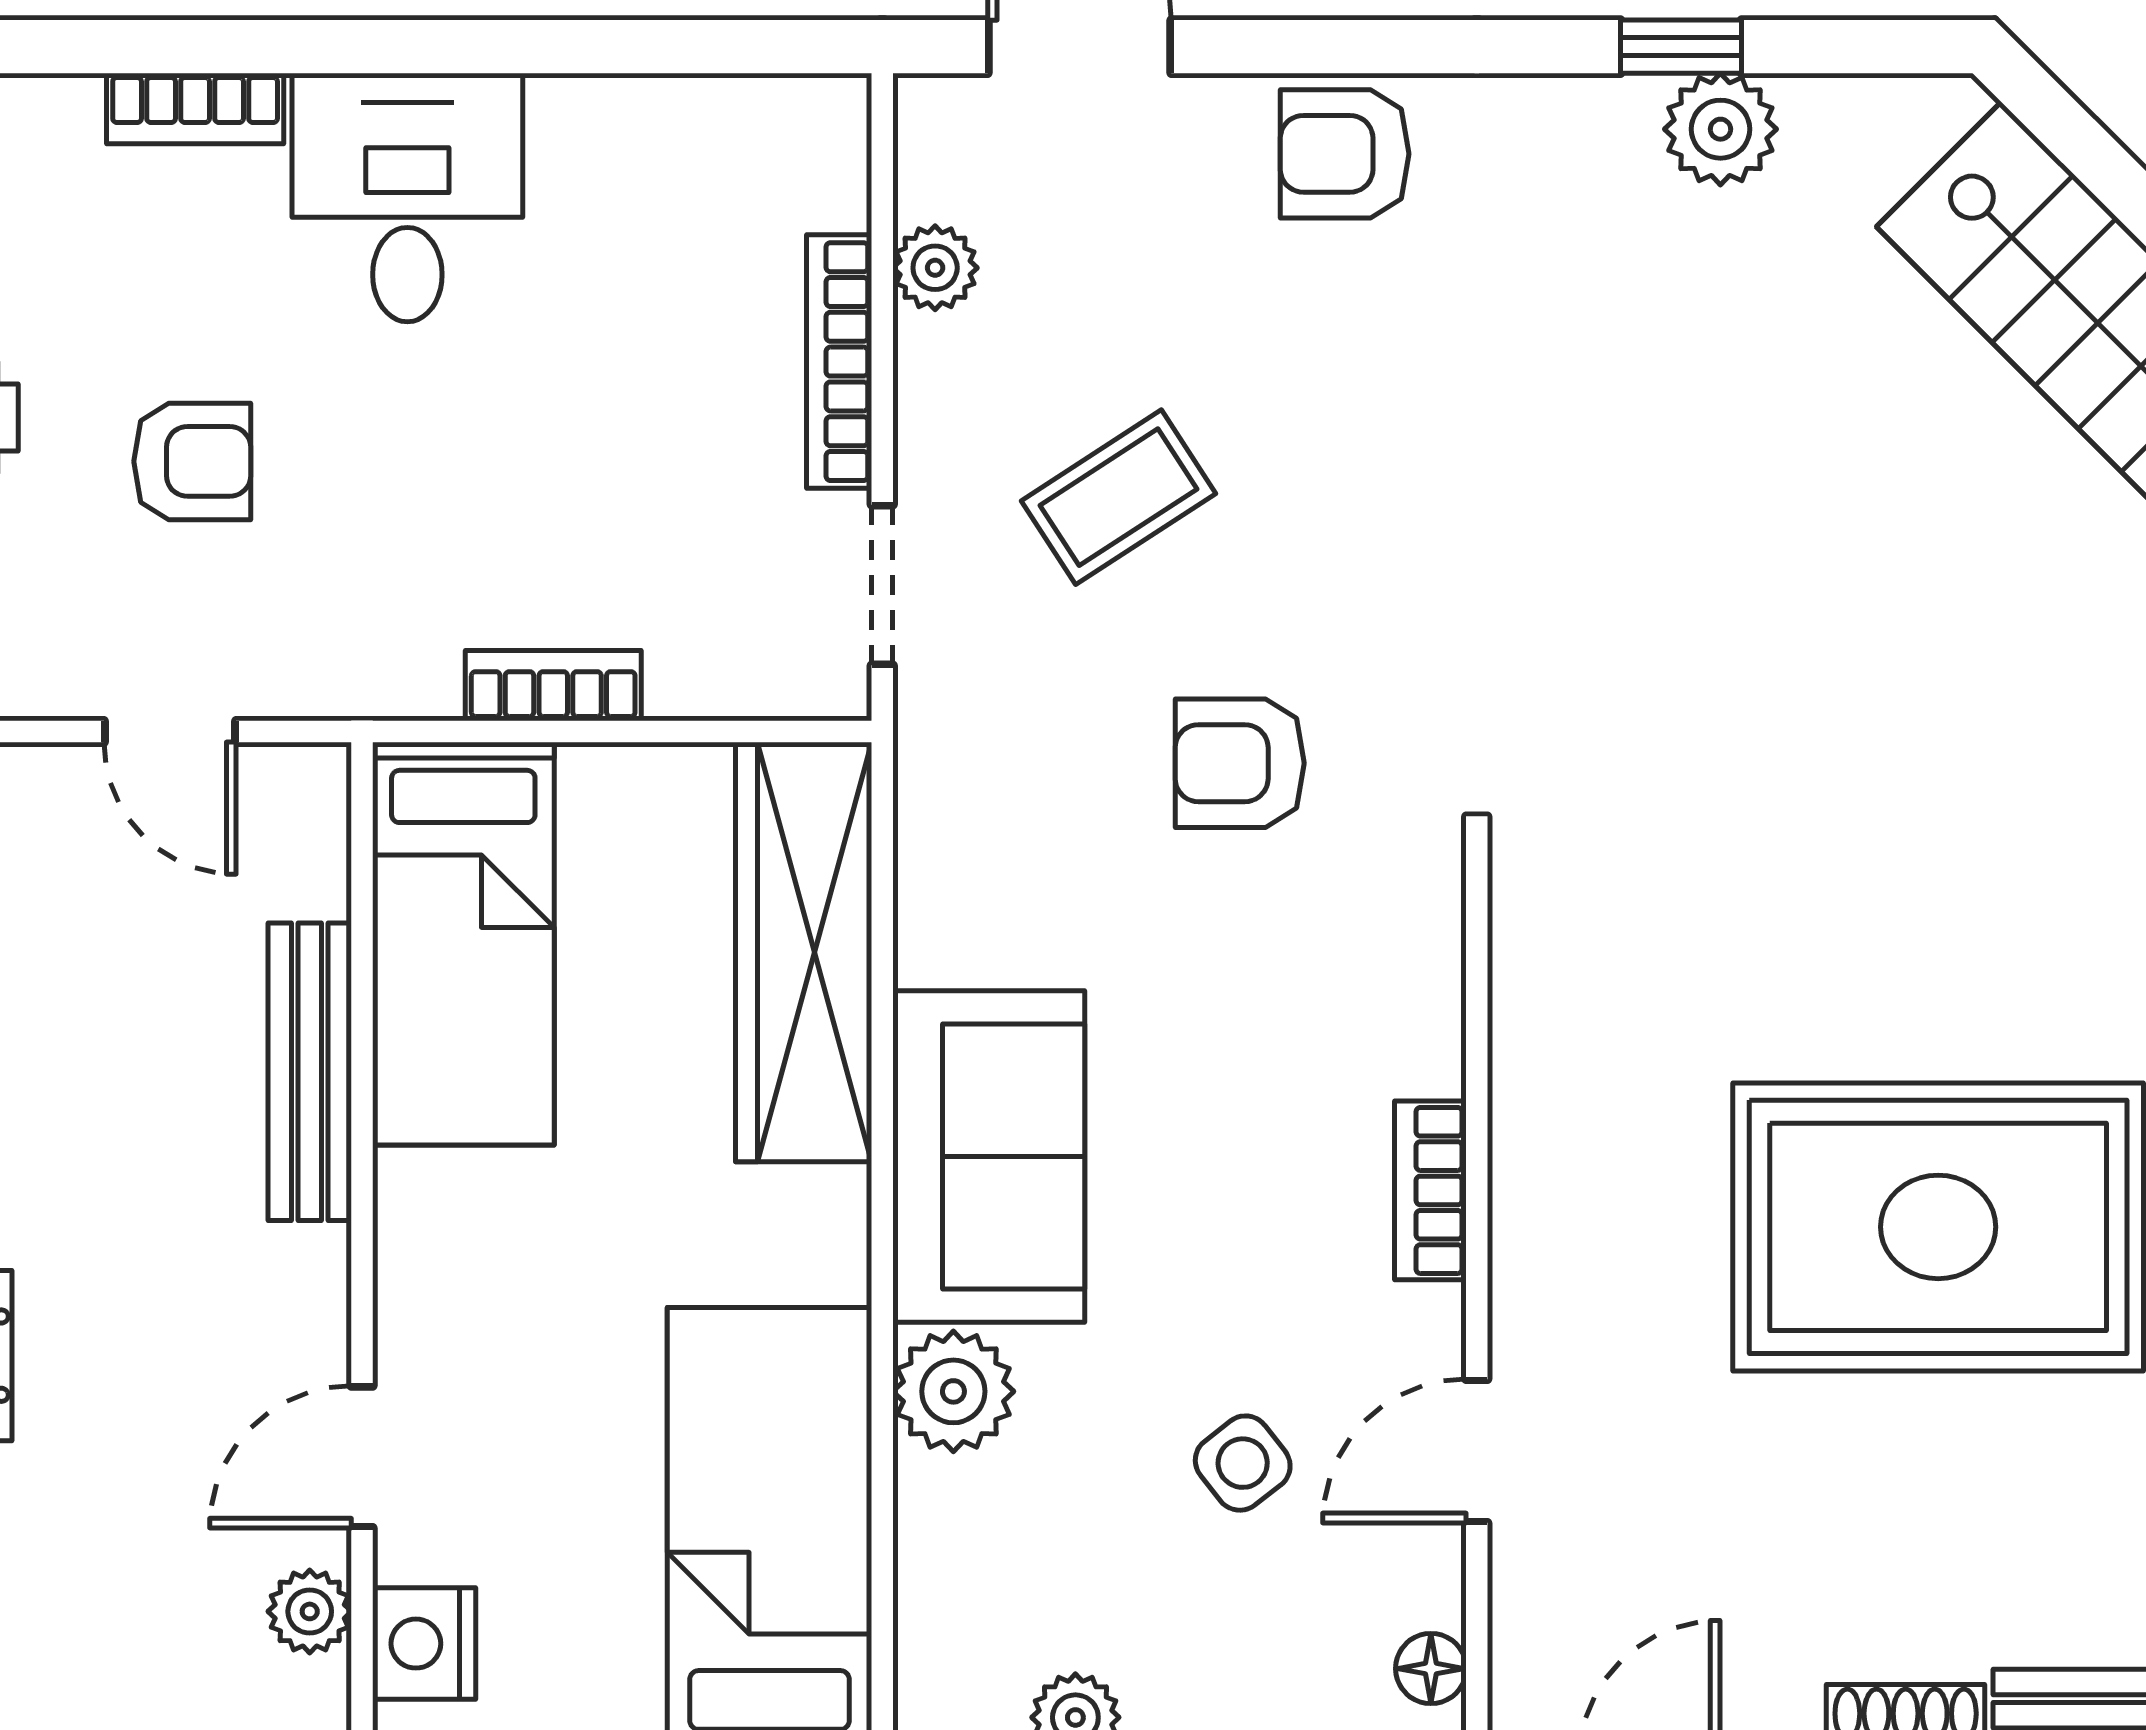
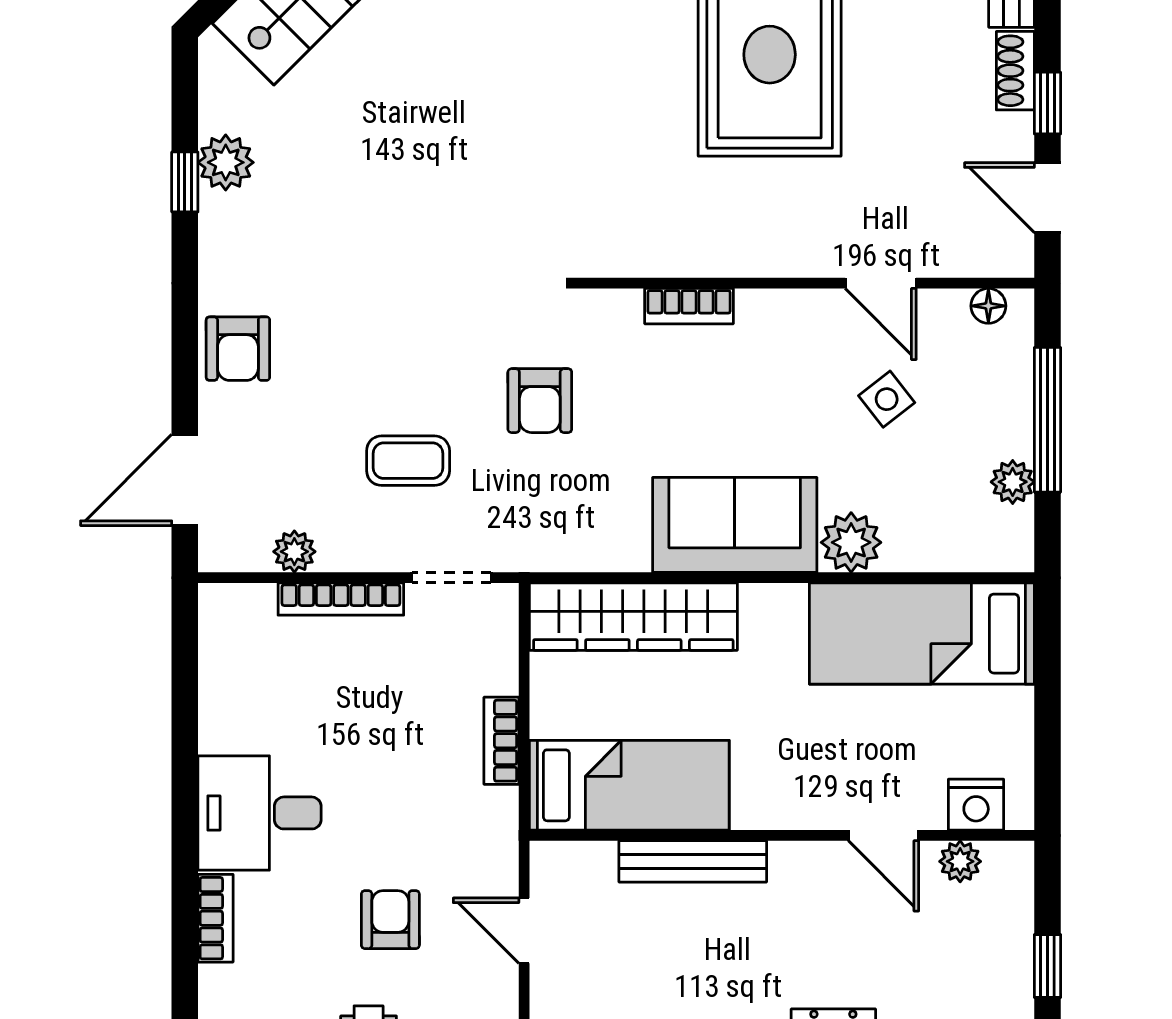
coffee table: (1119, 497) -> (408, 461), turned -57
door: (170, 731) -> (524, 931), swing flipped
bookcase: (1430, 1190) -> (689, 306), moved

